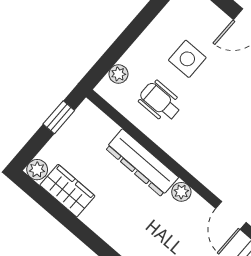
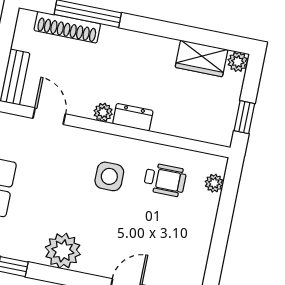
side table: (187, 59) -> (109, 176), moved
dresser: (142, 163) -> (133, 117), width x0.51, depth x0.80

